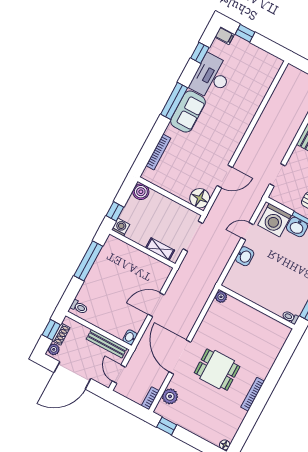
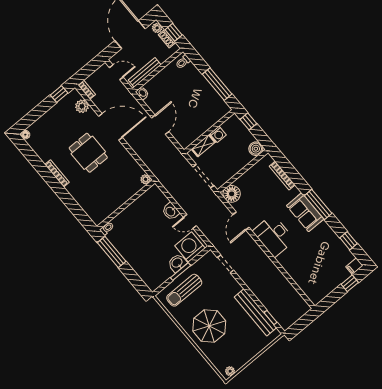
desk: (211, 77) -> (274, 236), moved, turned 180
washing machine: (121, 227) -> (218, 134), moved
door: (247, 231) -> (190, 222), swing flipped
dining table: (217, 370) -> (88, 153), turned 90

